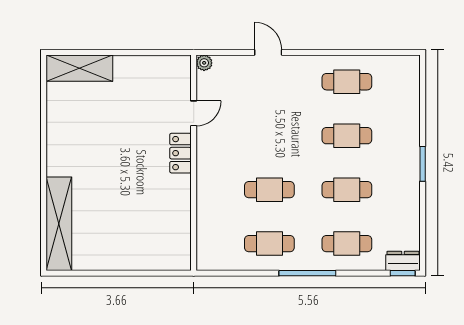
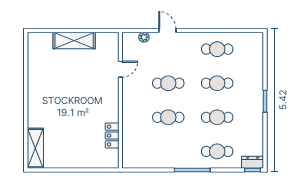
plant: (204, 63) -> (144, 37), moved
shelving: (79, 68) -> (74, 41), moved
locker: (180, 153) -> (112, 136), moved
shelving: (59, 224) -> (35, 148), width x0.68
cafe table: (269, 244) -> (168, 83), moved

